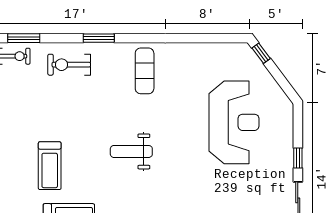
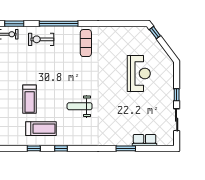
window: (99, 38) -> (59, 24), width x2.11
reception desk: (234, 122) -> (139, 73), width x0.74, depth x0.77
weight bench: (131, 151) -> (80, 106), moved

